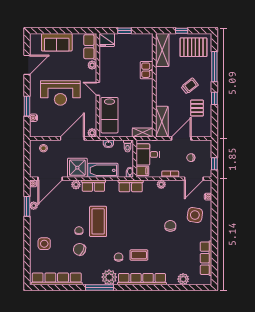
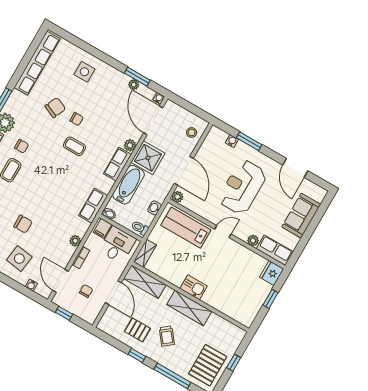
shelving: (162, 50) -> (189, 308), moved
kitchen sink: (147, 70) -> (194, 287), moved
coffee table: (98, 221) -> (75, 146), width x0.54, depth x0.58

